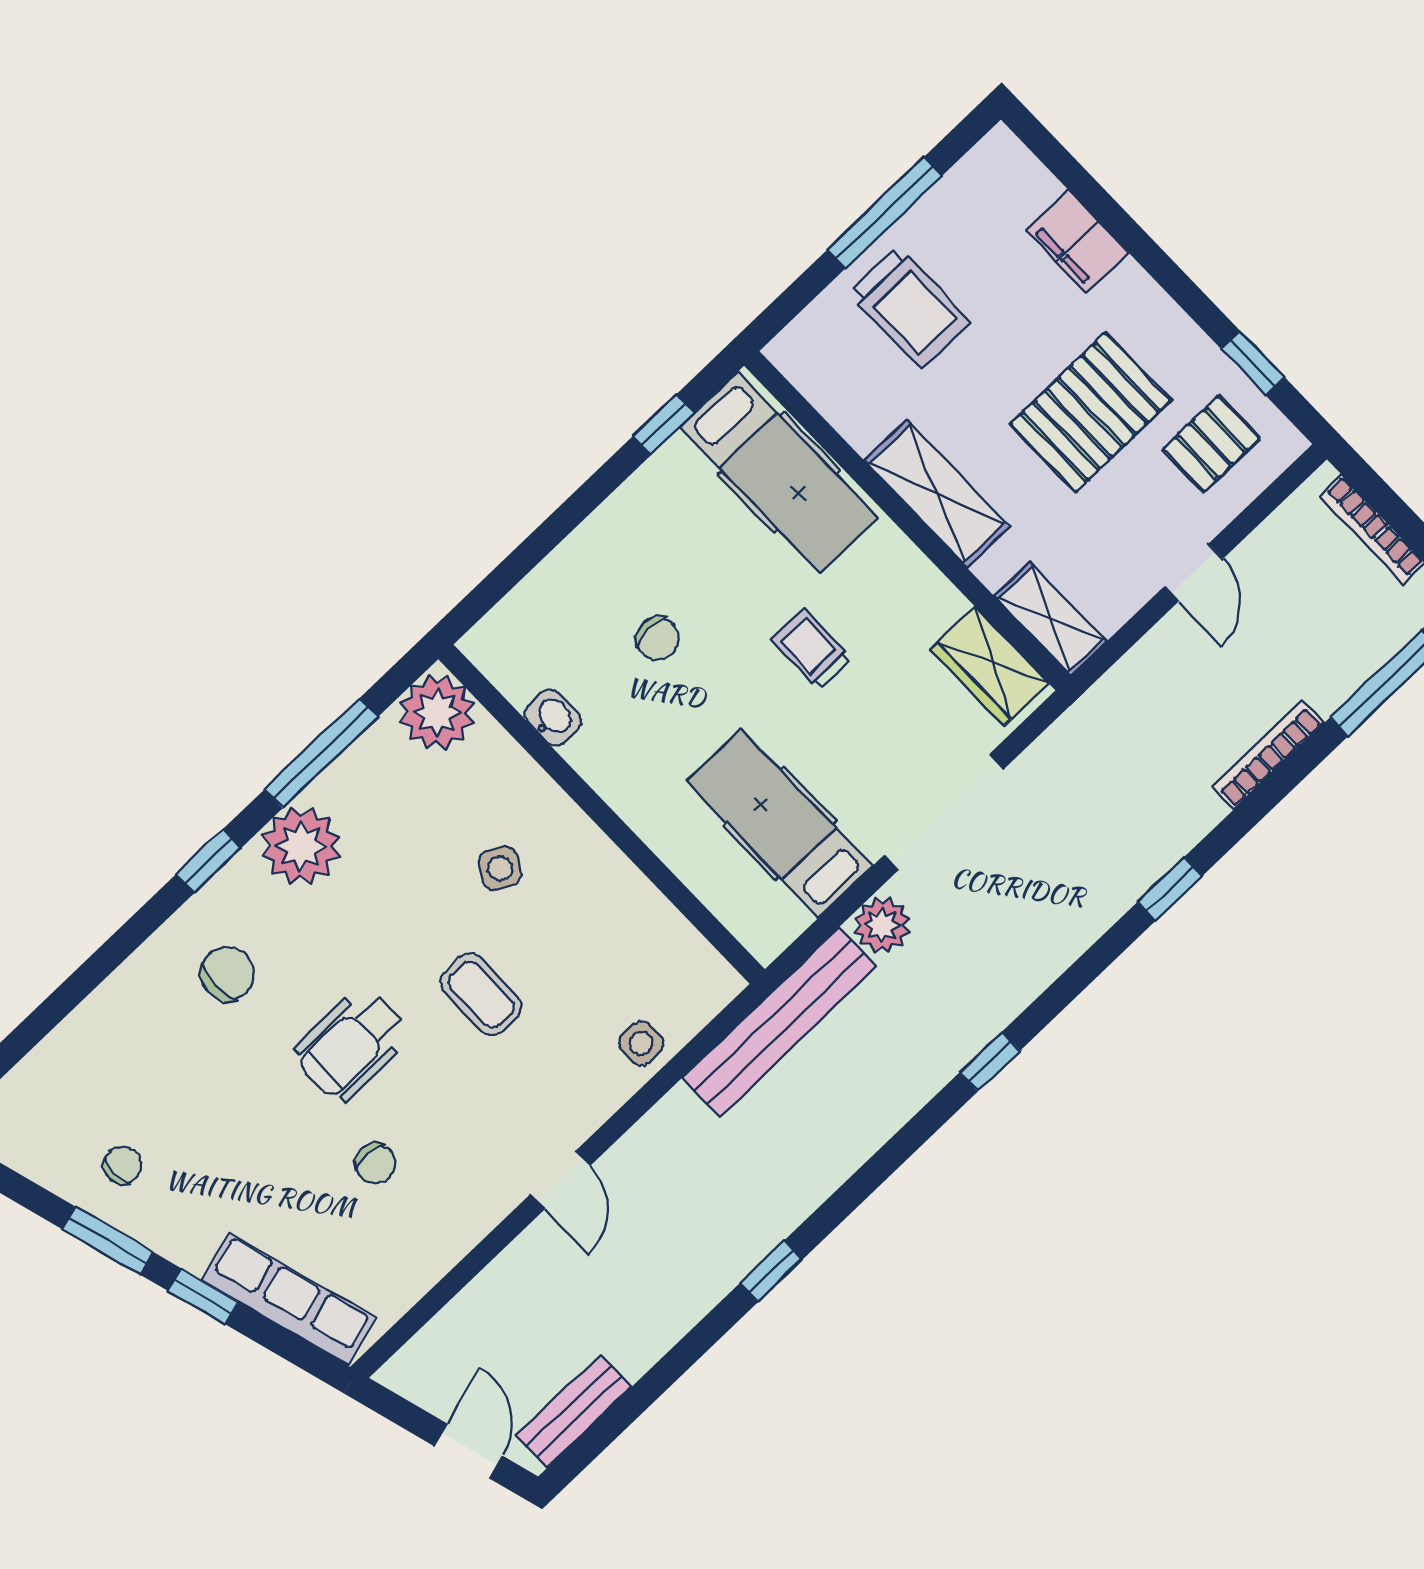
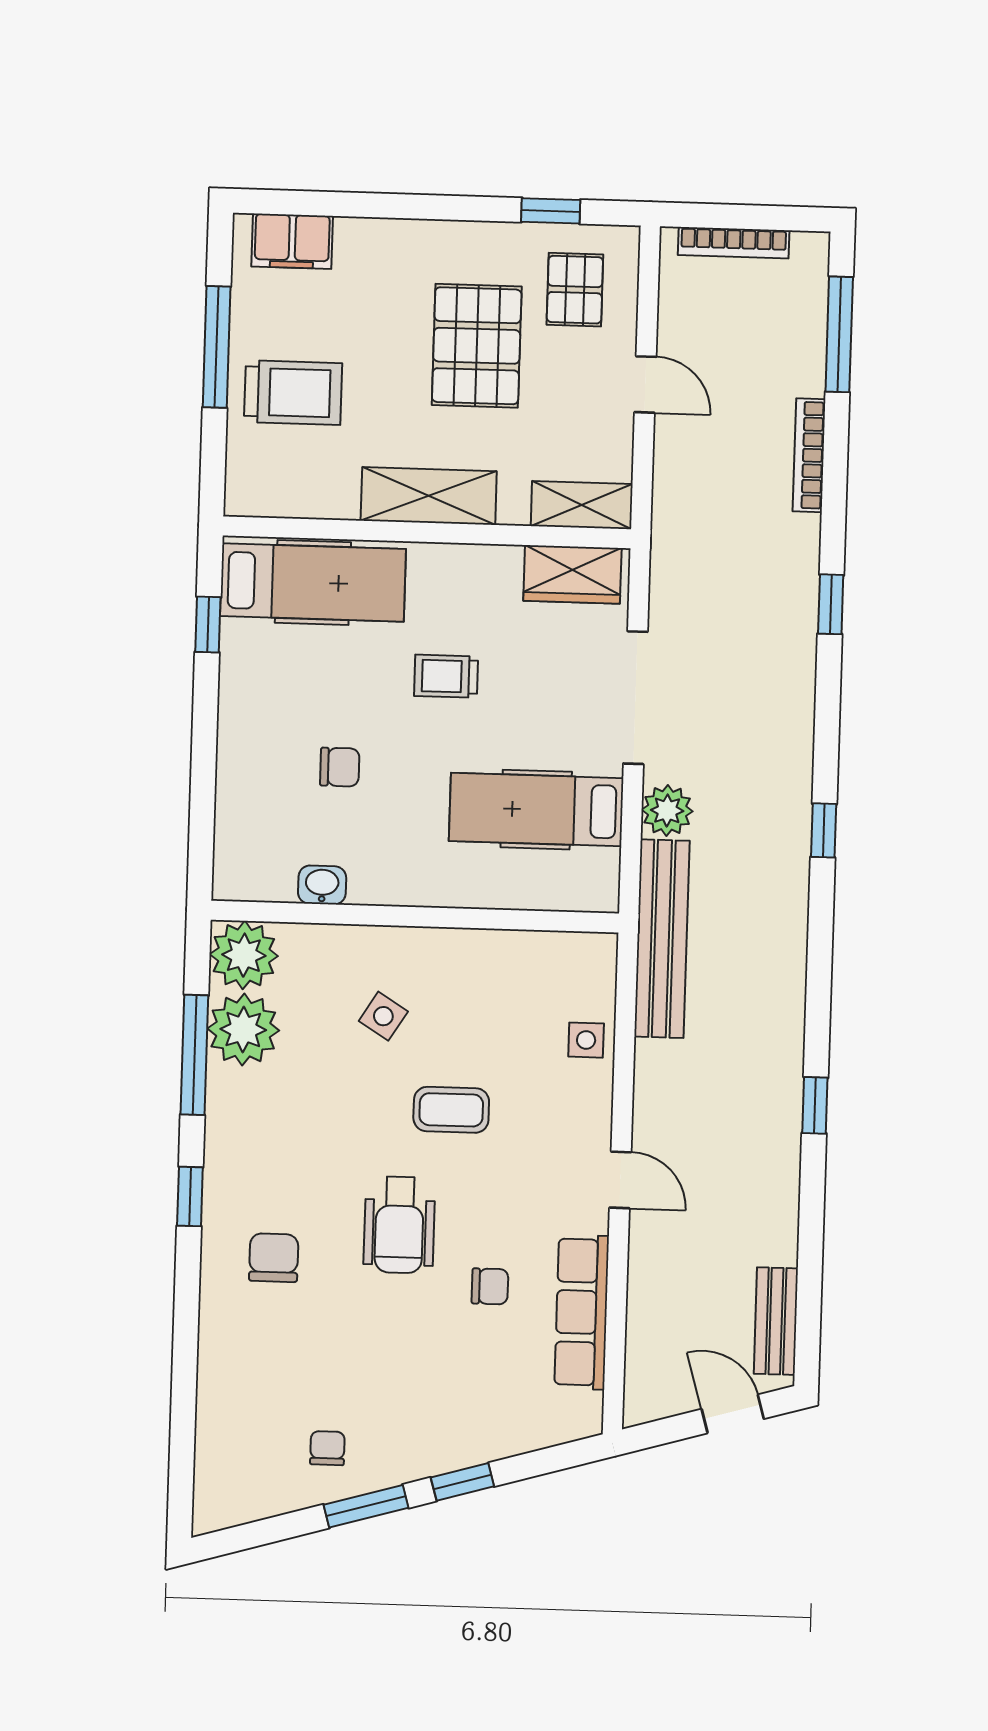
filing cabinet: (1077, 241) -> (292, 241), moved
plant: (301, 846) -> (243, 1029), moved
row of seats: (288, 1299) -> (582, 1312), moved, turned -74

